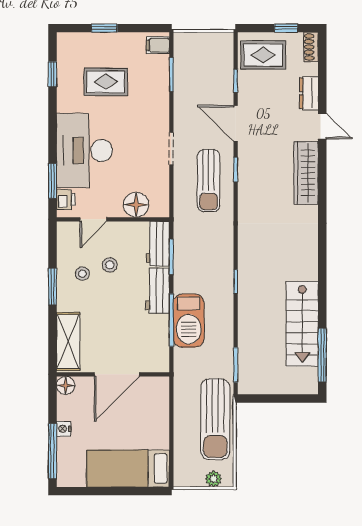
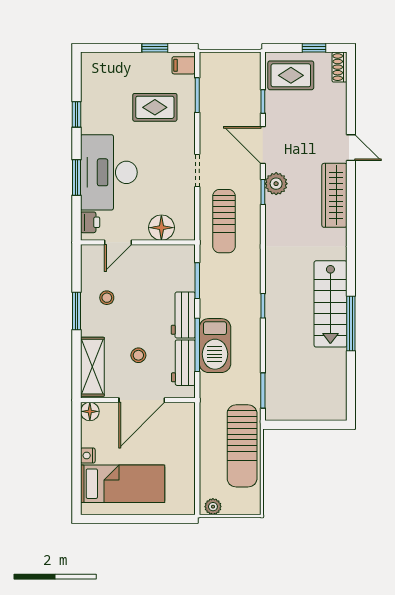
window: (104, 28) -> (155, 48), moved
window: (52, 74) -> (76, 114), moved
rug: (106, 82) -> (155, 107), moved
dresser: (309, 93) -> (337, 114), removed
plant: (249, 162) -> (276, 184), added
window: (52, 181) -> (76, 177), moved
sun lounger: (209, 181) -> (224, 221), moved
workbench: (158, 244) -> (183, 363), moved
stool: (110, 265) -> (138, 355), moved
stairs: (302, 324) -> (330, 304), moved
window: (322, 355) -> (351, 323), moved
window: (52, 451) -> (76, 478), removed
bed: (128, 469) -> (123, 484), moved, turned 180
plant: (213, 479) -> (213, 507), moved

